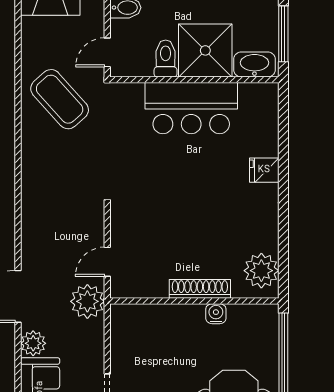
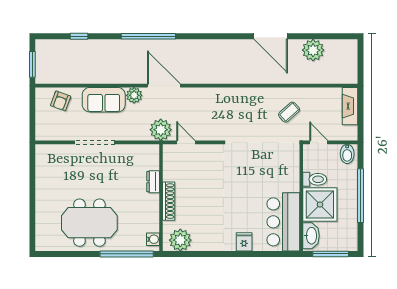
coffee table: (60, 99) -> (289, 112), width x0.54, depth x0.58
bar counter: (191, 108) -> (283, 222), moved
dresser: (169, 314) -> (153, 182), added
water cooler: (216, 314) -> (153, 239), moved

